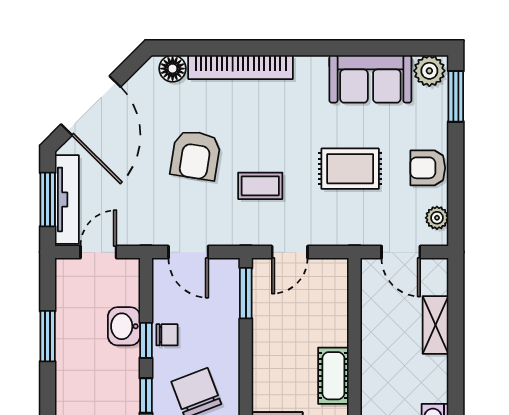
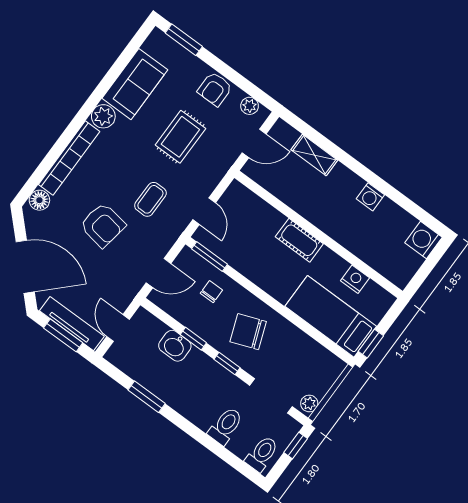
plant: (429, 71) -> (103, 116), moved
chair: (167, 335) -> (211, 292), moved

